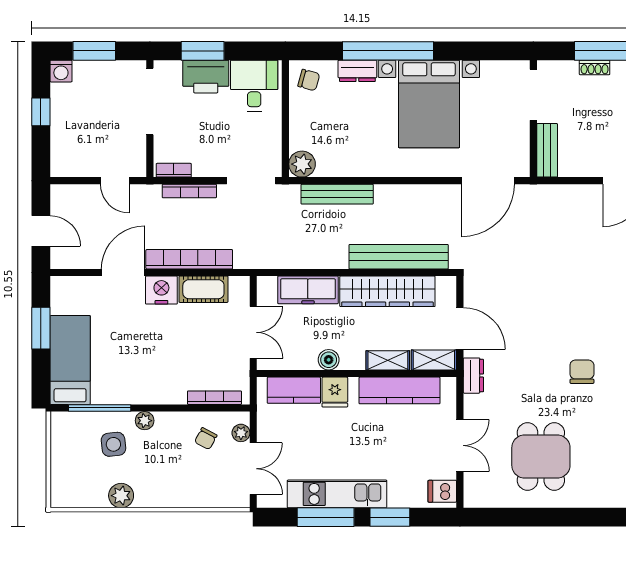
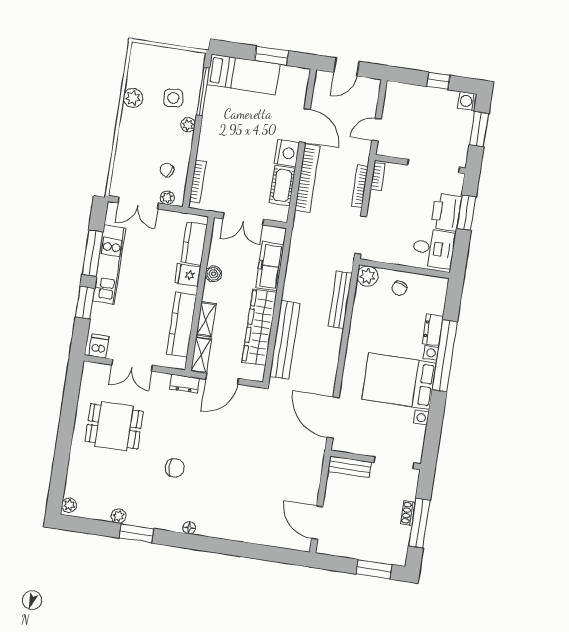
chair: (309, 80) -> (399, 288), moved

